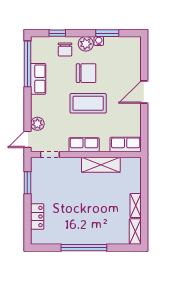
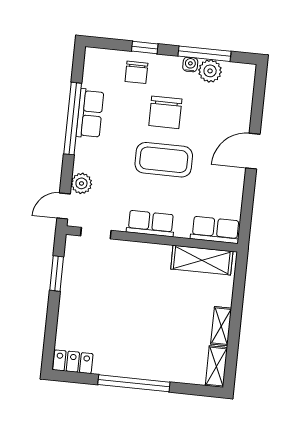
window: (57, 33) -> (145, 48), moved
window: (107, 33) -> (205, 54), width x1.44
plant: (86, 44) -> (210, 71), moved
window: (27, 64) -> (73, 119), moved
chair: (86, 73) -> (165, 112), turned 90
shelving: (101, 165) -> (202, 260), moved
locker: (37, 217) -> (73, 362), moved, turned -90

